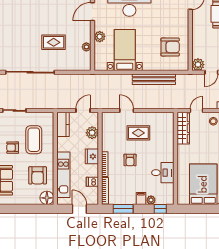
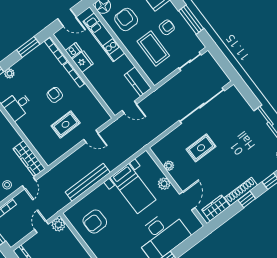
door: (83, 110) -> (129, 107), hinge flipped
plant: (92, 133) -> (106, 94), removed
fridge: (92, 156) -> (83, 62), moved
filing cabinet: (141, 198) -> (19, 68), removed

